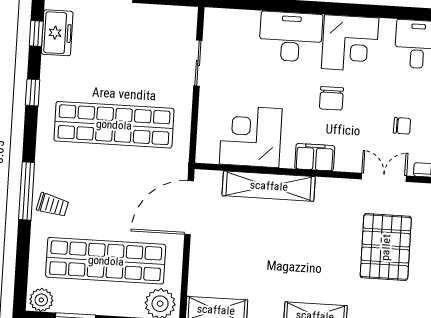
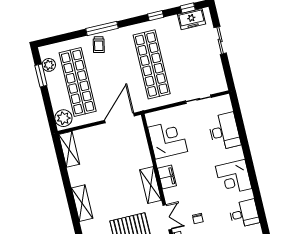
desk: (291, 37) -> (224, 131), moved
chair: (331, 98) -> (201, 176), removed
shelving: (269, 186) -> (151, 185), moved, width x0.68
door: (189, 208) -> (119, 118), hinge flipped
plant: (41, 300) -> (49, 65), moved

